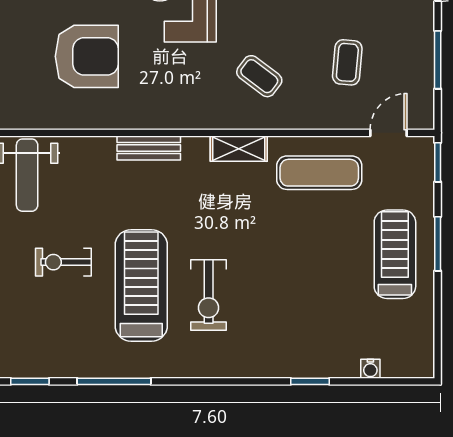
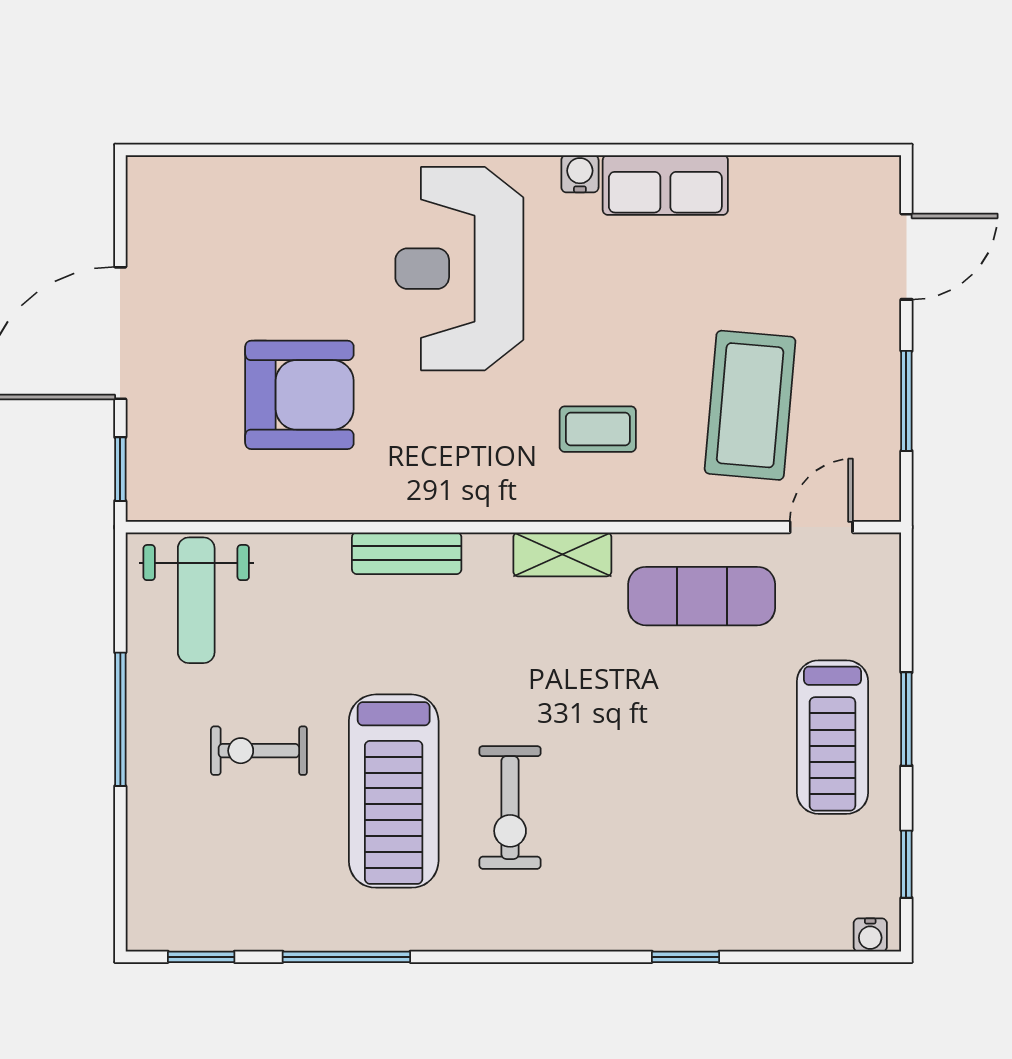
coffee table: (347, 62) -> (750, 405), width x1.86, depth x1.72
coffee table: (259, 76) -> (598, 429), turned -37
window: (438, 162) -> (906, 864), moved
treadmill: (395, 254) -> (832, 737), turned 180
treadmill: (141, 285) -> (394, 791), turned 180
water cooler: (370, 369) -> (870, 935), moved

